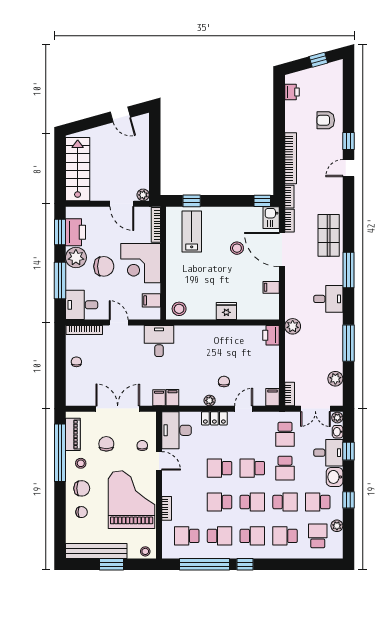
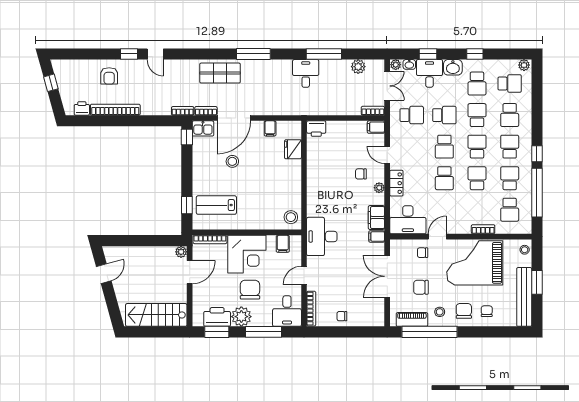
bookcase: (291, 158) -> (115, 110), moved
desk: (328, 299) -> (306, 73), moved
fridge: (226, 311) -> (293, 149), moved
plant: (293, 326) -> (308, 108), removed
desk: (159, 341) -> (322, 236), width x1.37
filing cabinet: (172, 398) -> (376, 218), width x2.00
school desk: (220, 502) -> (477, 178), turned 180
plant: (337, 526) -> (524, 65), moved
school desk: (318, 536) -> (510, 84), turned 180

